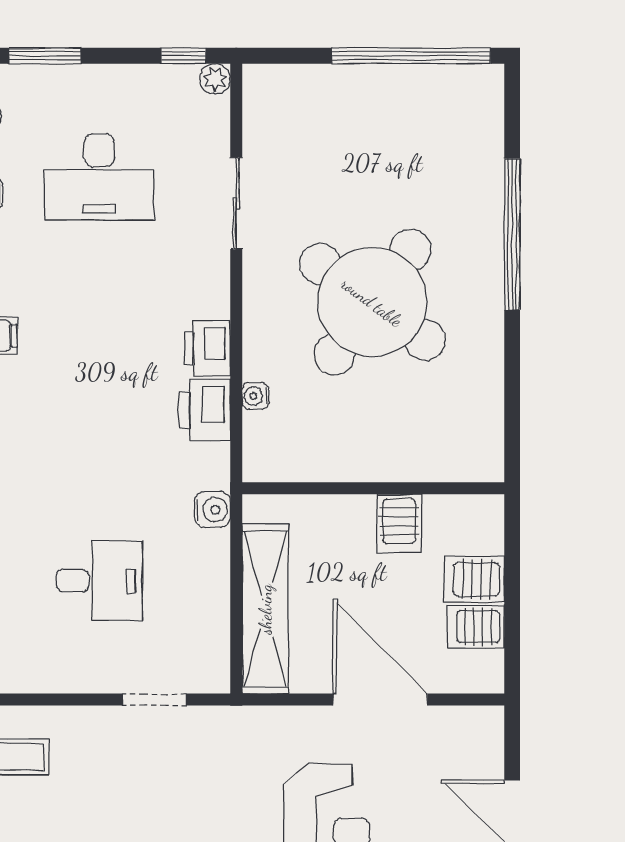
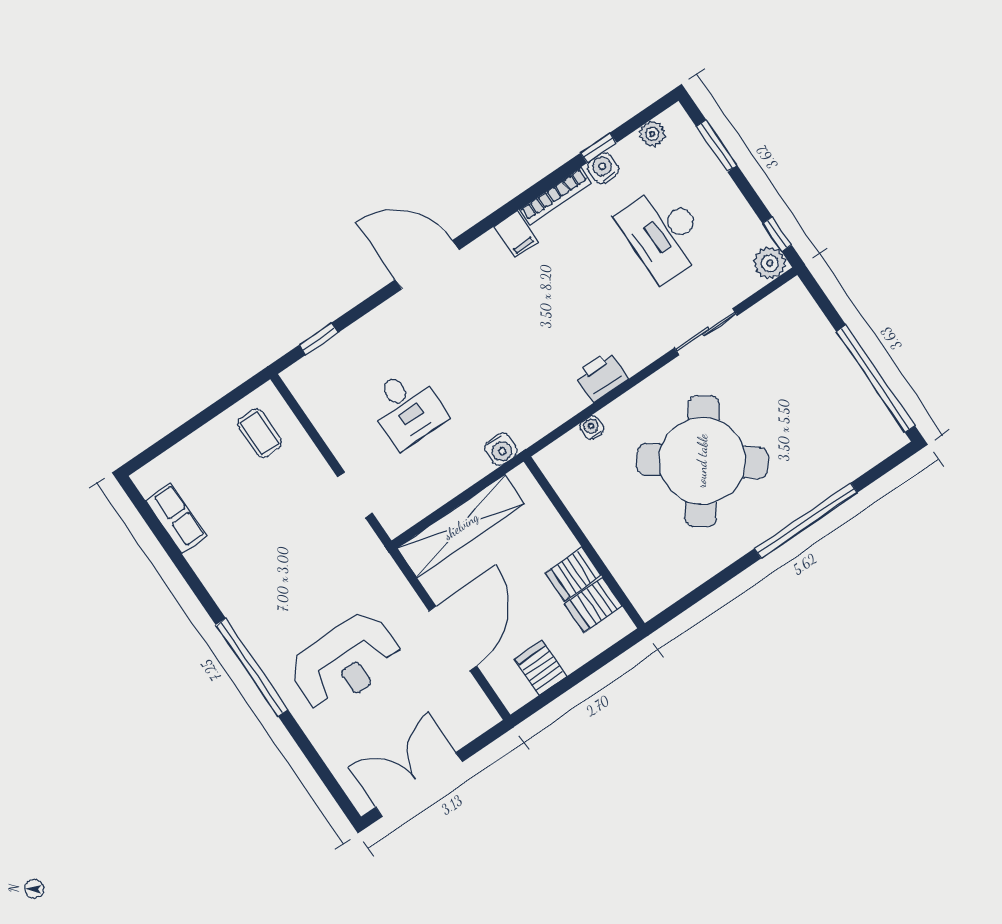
plant: (215, 79) -> (770, 263), width x1.38, depth x1.38
printer: (205, 410) -> (561, 401), removed
server rack: (474, 579) -> (593, 605), moved, turned -90

